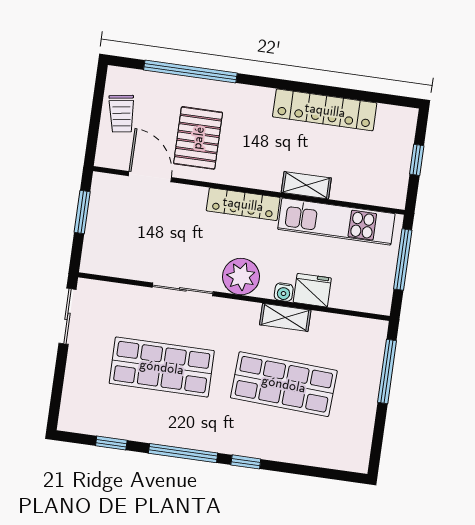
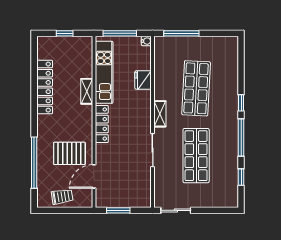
plant: (241, 277) -> (141, 120), removed
water cooler: (284, 292) -> (146, 41), moved
shelving: (285, 317) -> (160, 114), moved

